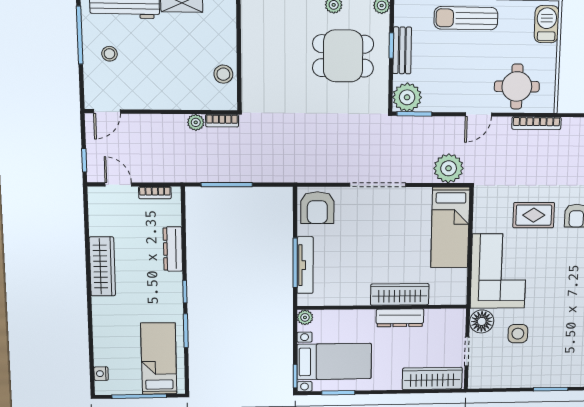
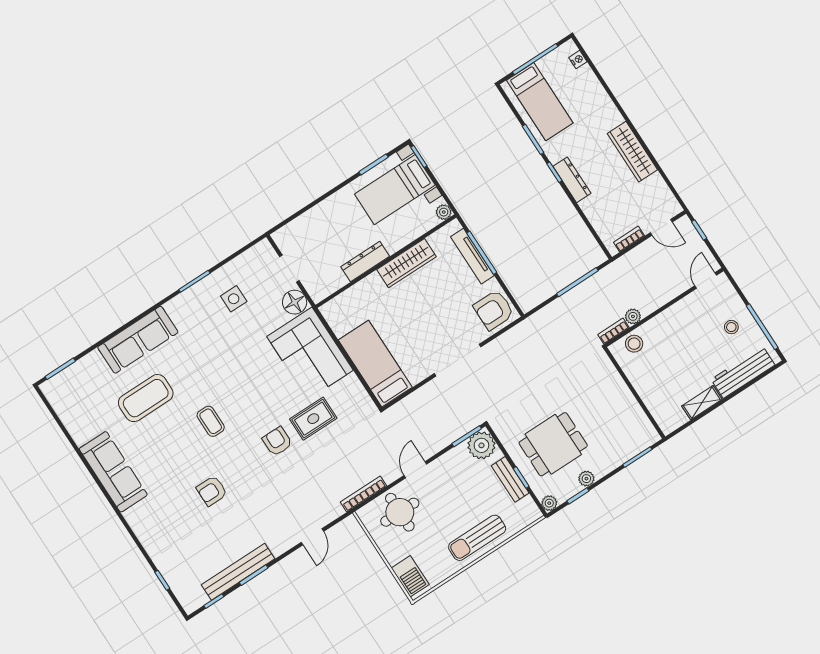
sun lounger: (466, 18) -> (477, 538), turned 180
stool: (223, 74) -> (634, 344), moved
plant: (449, 168) -> (410, 411), removed
armchair: (317, 208) -> (494, 310), turned -90
dresser: (173, 249) -> (572, 180), moved
wardrobe: (400, 294) -> (407, 263), moved
side table: (518, 334) -> (234, 299), moved
wardrobe: (432, 378) -> (303, 227), removed

